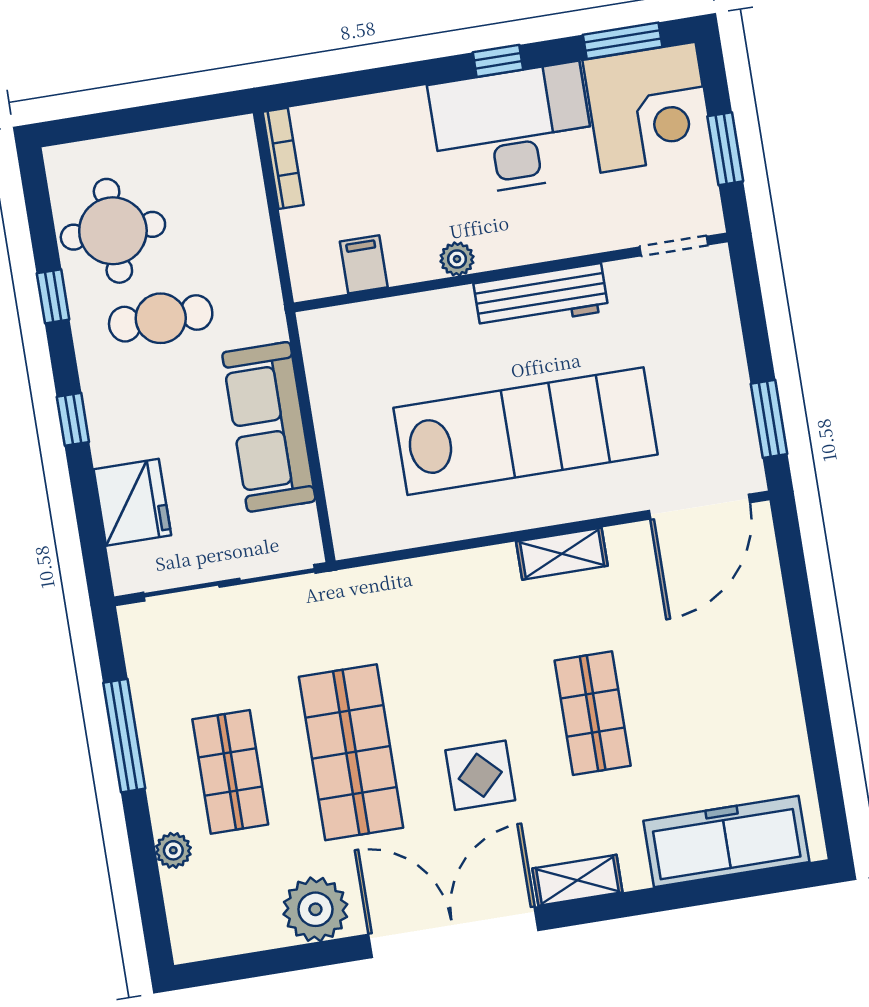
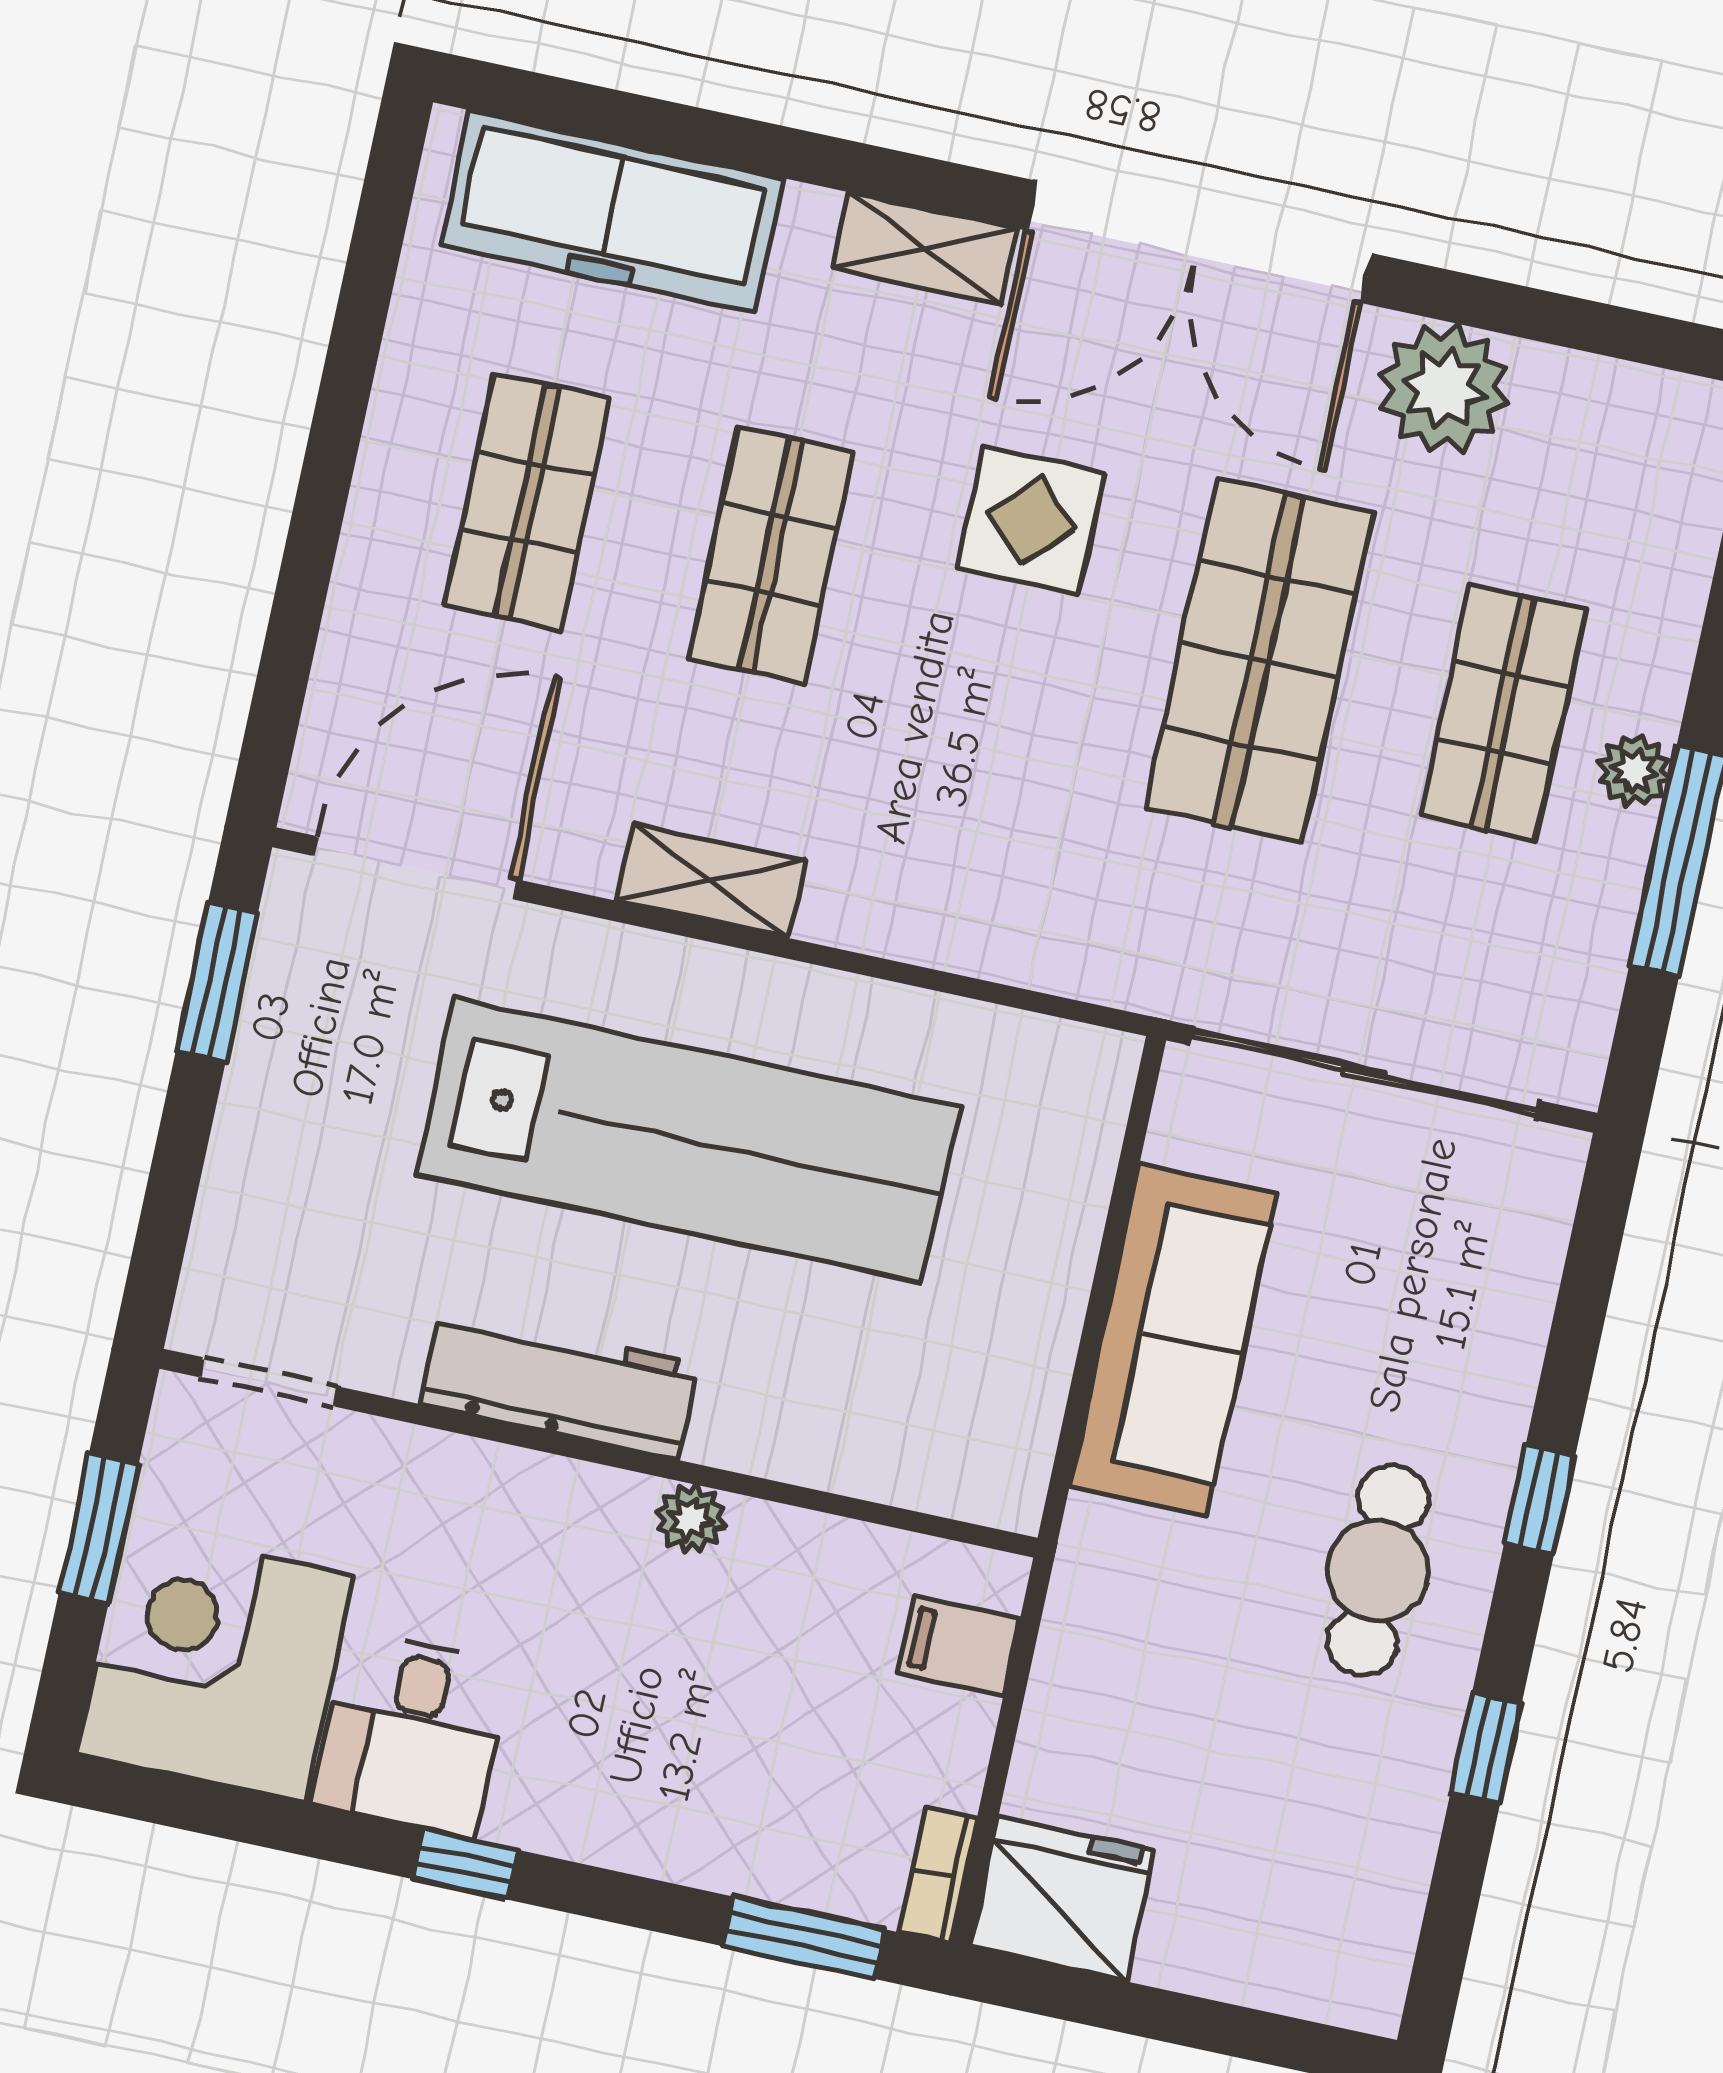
window: (623, 41) -> (803, 1938), moved
desk: (512, 130) -> (412, 1734), width x0.53, depth x0.77
bookcase: (283, 158) -> (938, 1875), width x0.64
round table: (113, 231) -> (1323, 1829), removed
filing cabinet: (364, 264) -> (959, 1646), moved, turned 90
cafe table: (161, 318) -> (1378, 1570), moved, turned 90
lab bench: (525, 431) -> (689, 1141), turned 180
fridge: (132, 502) -> (1063, 1899), moved, turned 90
shop shelf: (713, 694) -> (527, 502), added
plant: (173, 850) -> (1634, 771), moved

